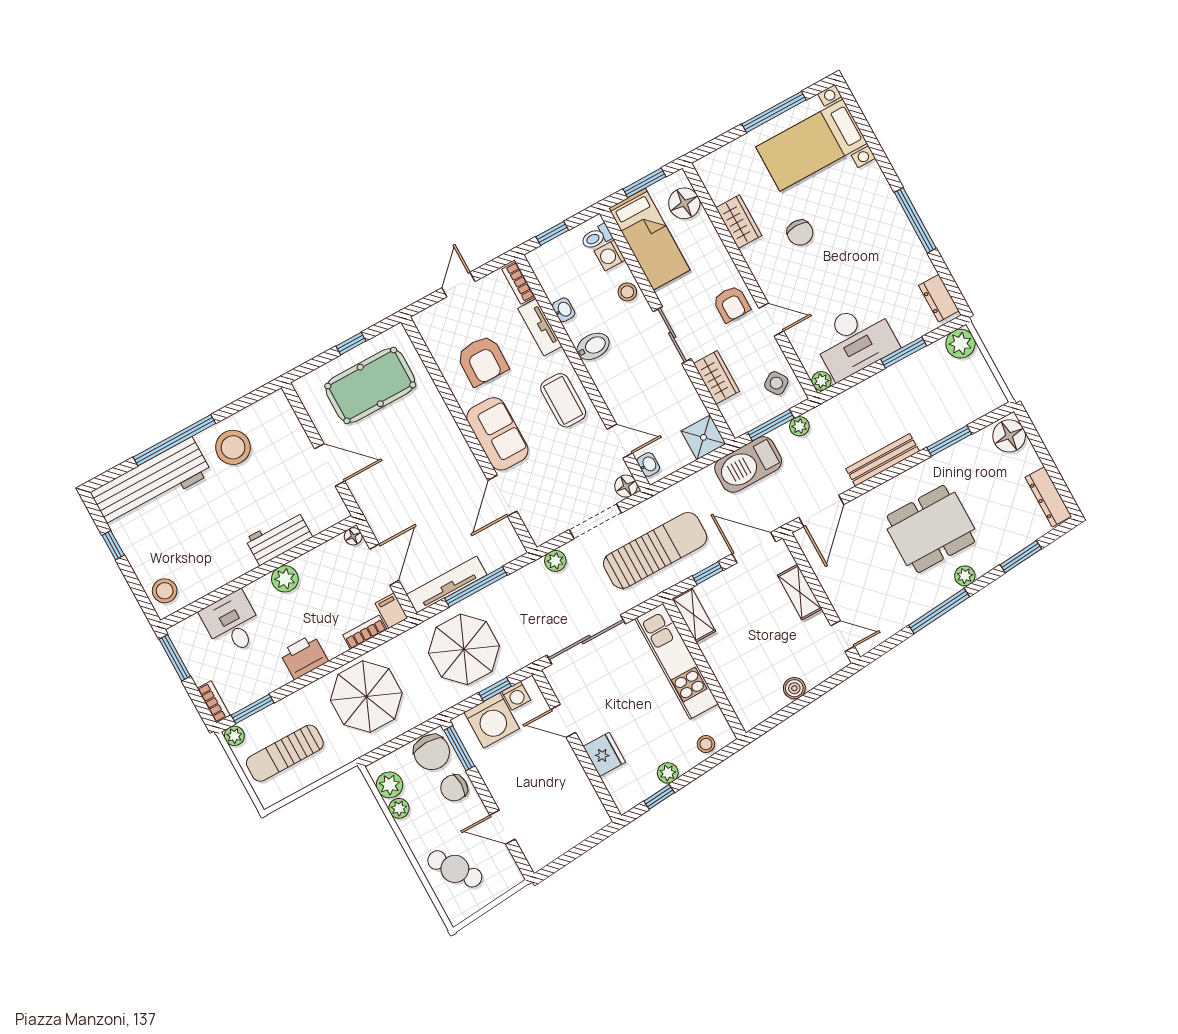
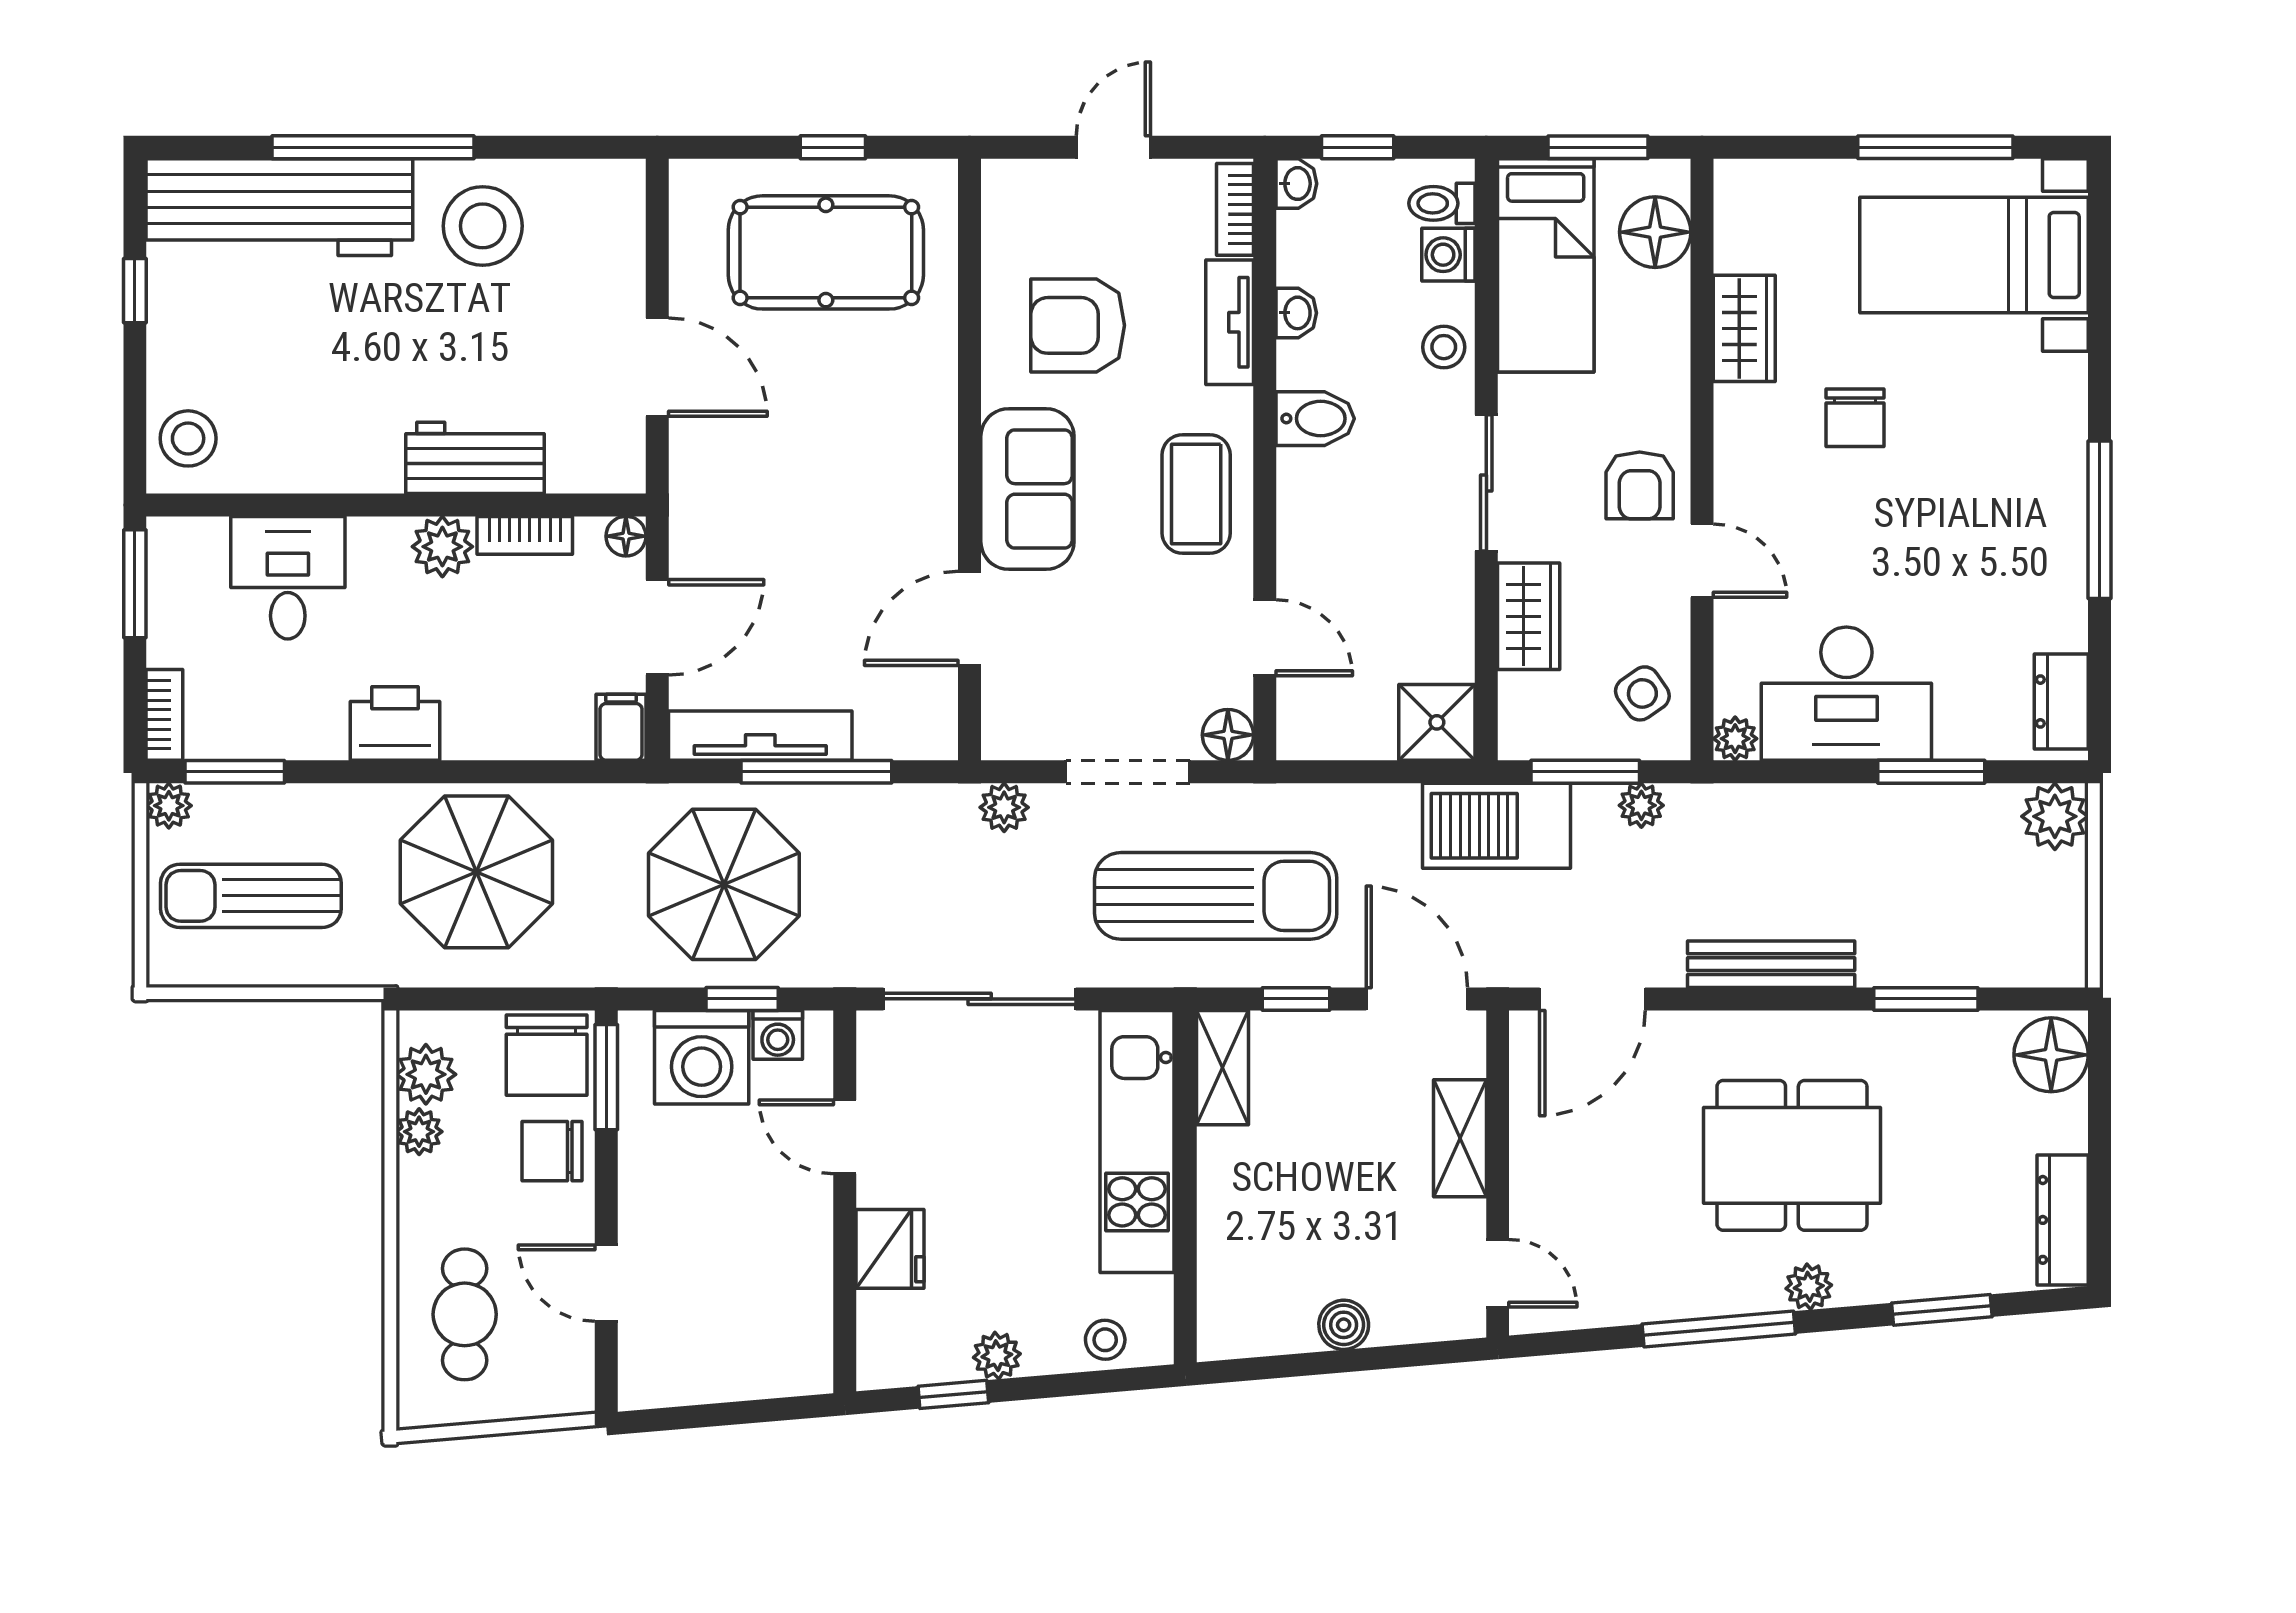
armchair: (482, 361) -> (1078, 325), turned 89
washbasin: (648, 464) -> (1296, 184), moved
bookcase: (365, 632) -> (525, 535), moved, turned 180
cafe table: (455, 869) -> (465, 1314), turned 35

